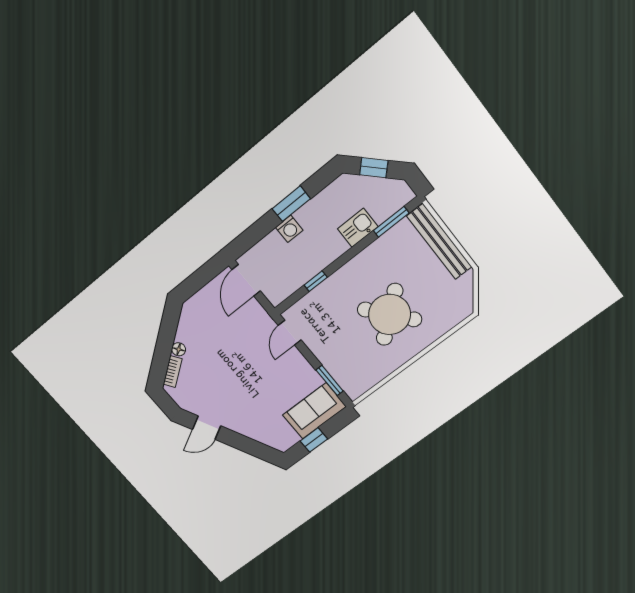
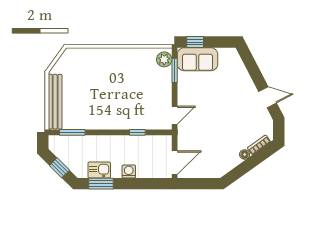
window: (291, 204) -> (101, 184), moved
kitchen sink: (358, 228) -> (99, 170), moved, turned 180
round table: (390, 314) -> (112, 82), removed
plant: (351, 384) -> (164, 59), added
window: (314, 440) -> (195, 42), moved

